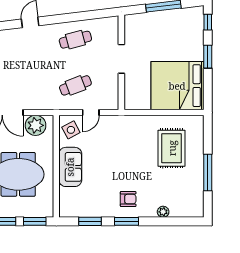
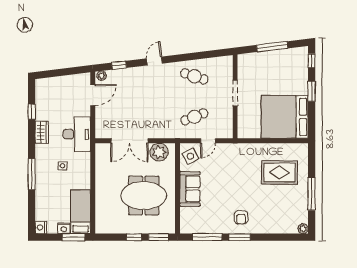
cafe table: (75, 40) -> (194, 76), turned 33
rug: (172, 148) -> (279, 172), turned 90
armchair: (128, 199) -> (241, 217), turned 90
plant: (163, 212) -> (303, 229), moved
window: (90, 221) -> (207, 237), width x1.44

